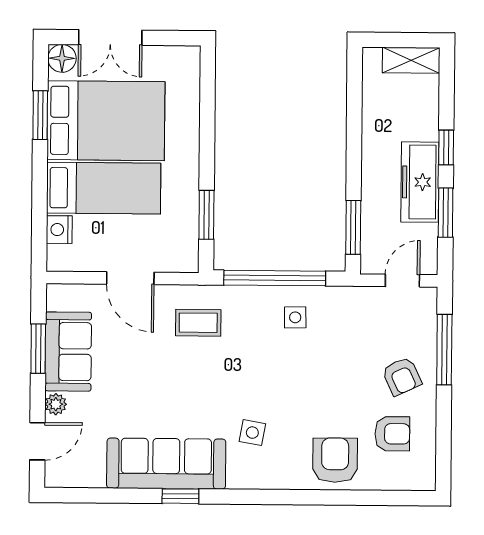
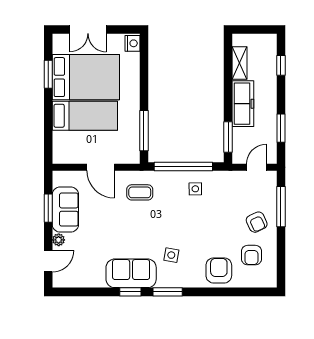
floor lamp: (62, 58) -> (60, 42), removed
shelving: (411, 60) -> (240, 63), moved, turned 90
window: (446, 147) -> (281, 65), moved
freezer: (420, 182) -> (243, 104), moved, turned 180
window: (206, 215) -> (144, 131), width x1.44
nightstand: (59, 230) -> (132, 43), moved, turned 180
armchair: (392, 434) -> (252, 255), turned 90
sofa: (166, 464) -> (131, 273), width x0.73
window: (245, 497) -> (168, 292), added

